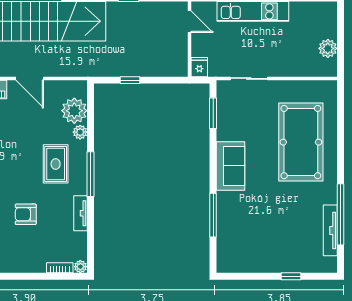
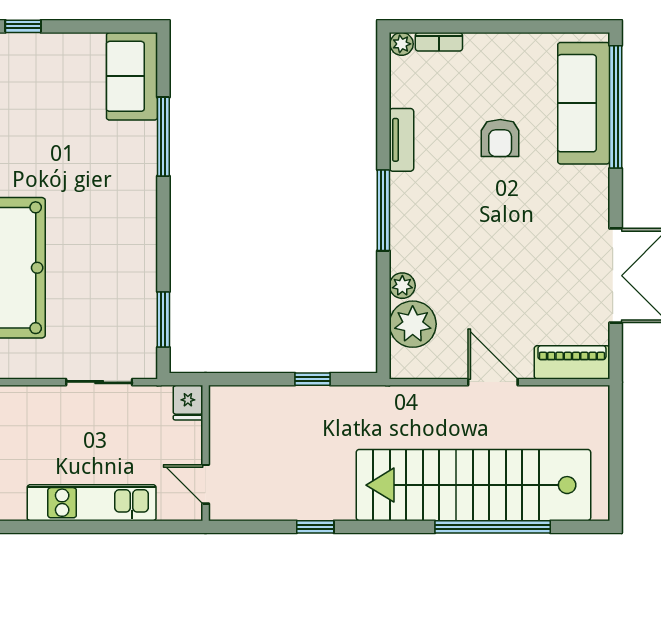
rug: (56, 164) -> (446, 228), removed
sofa: (230, 166) -> (132, 76), moved
armchair: (26, 214) -> (500, 138), turned 90

